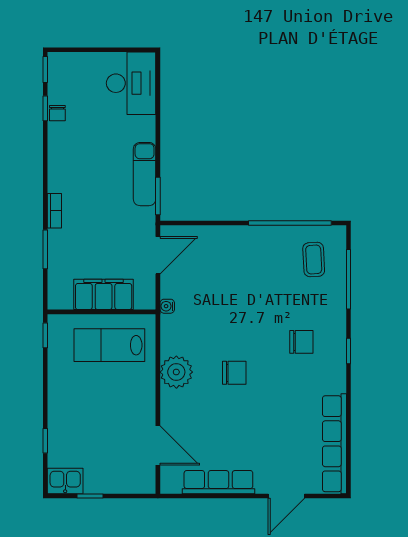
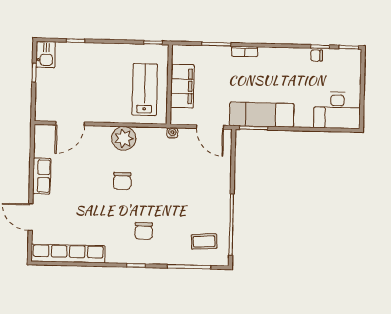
exam couch: (145, 174) -> (262, 115), width x1.36, depth x1.45
row of seats: (218, 482) -> (42, 176), width x0.68

